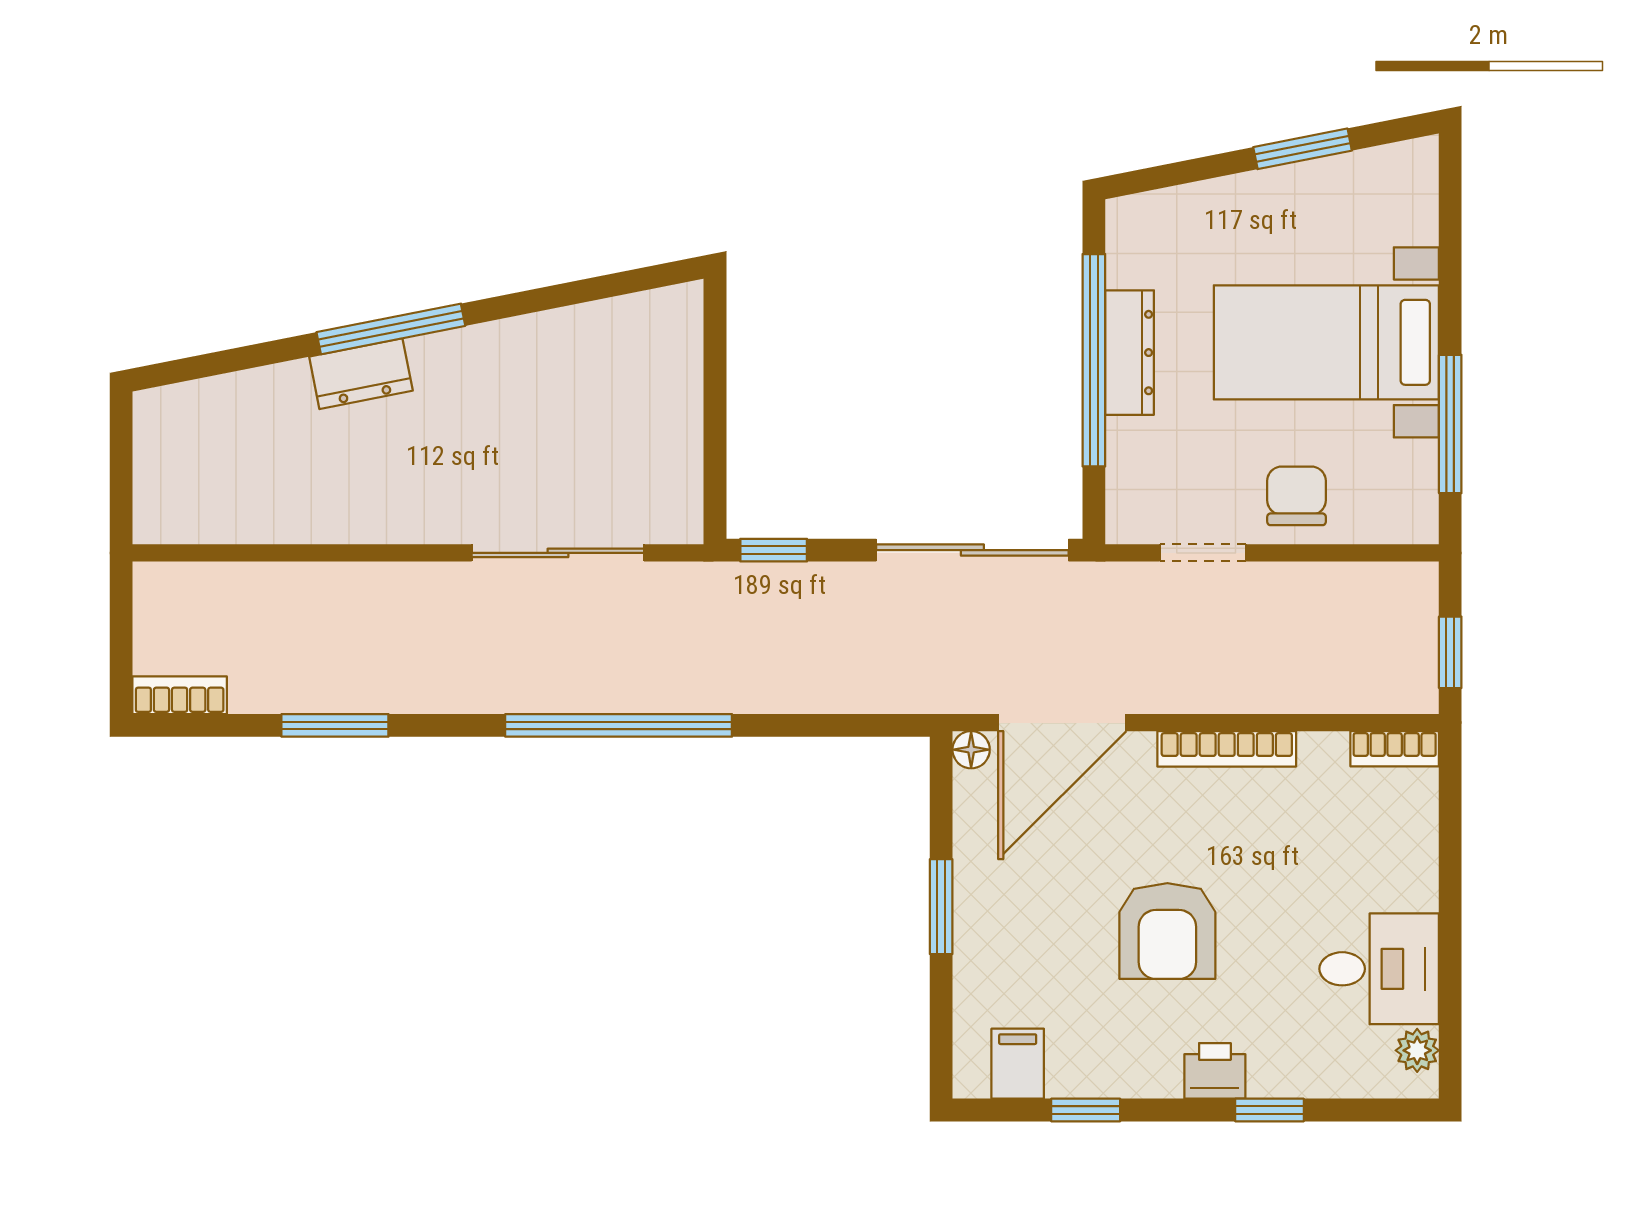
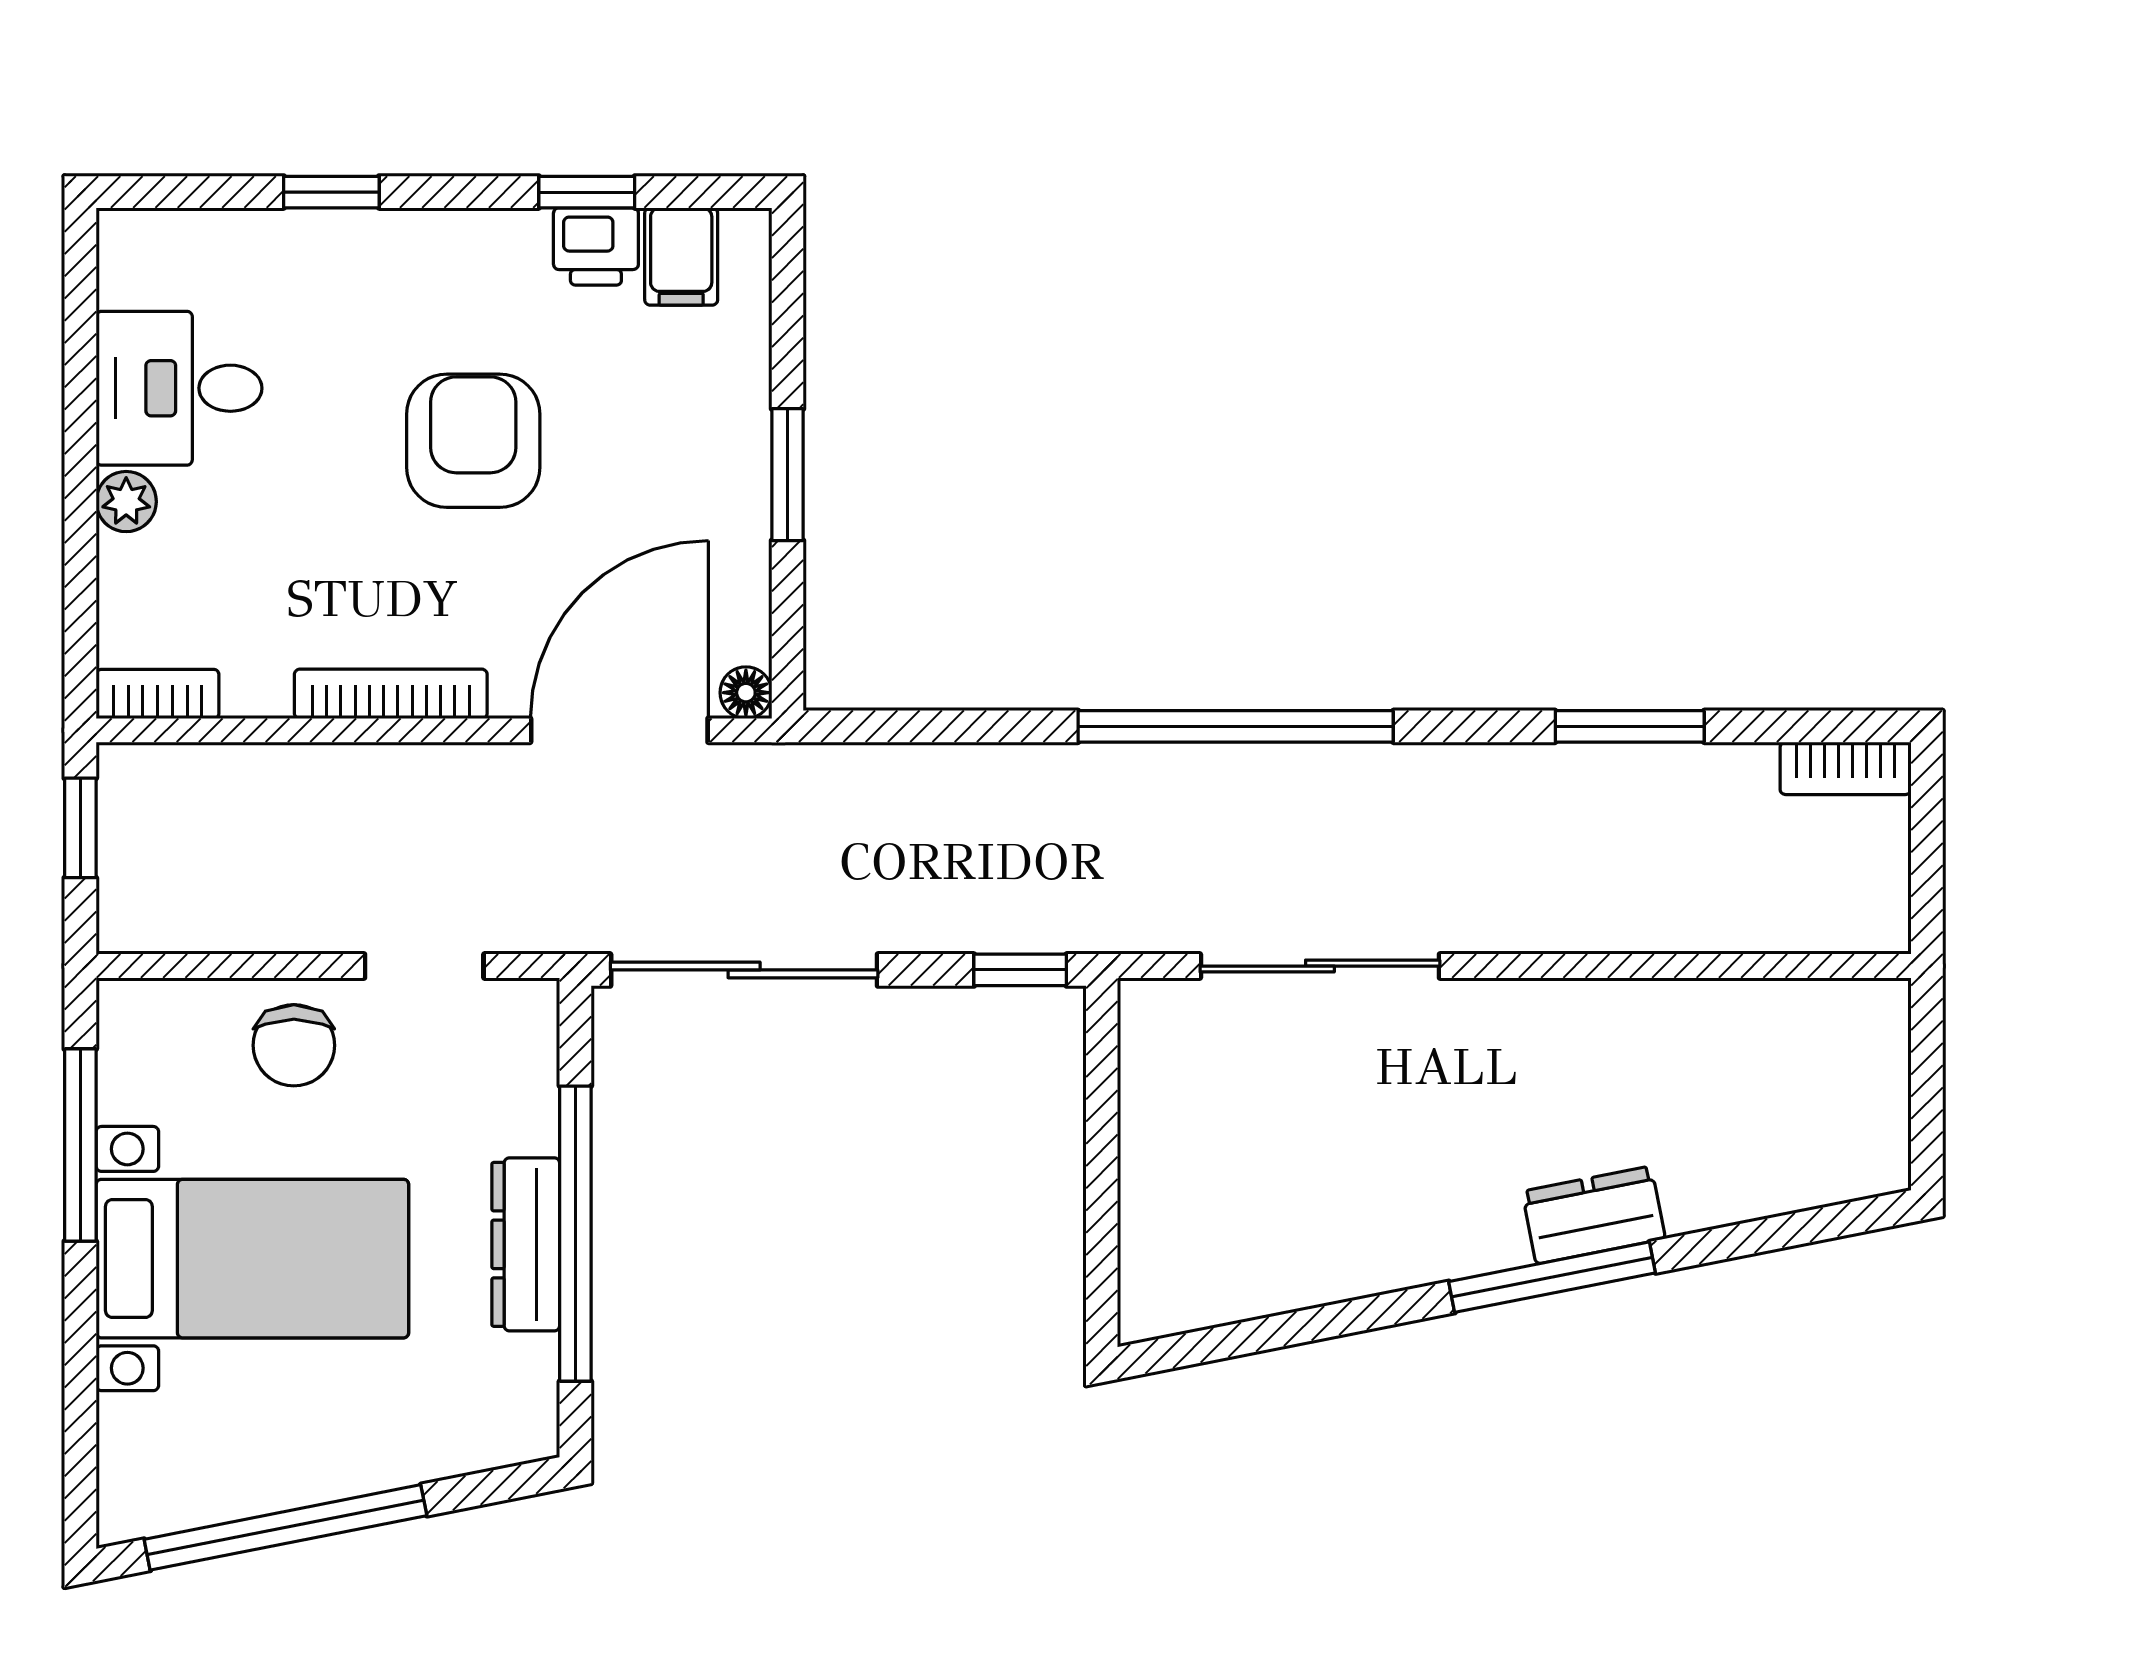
window: (1303, 149) -> (285, 1527), width x2.11
plant: (1417, 1050) -> (126, 502), moved
printer: (1215, 1071) -> (596, 246), moved

